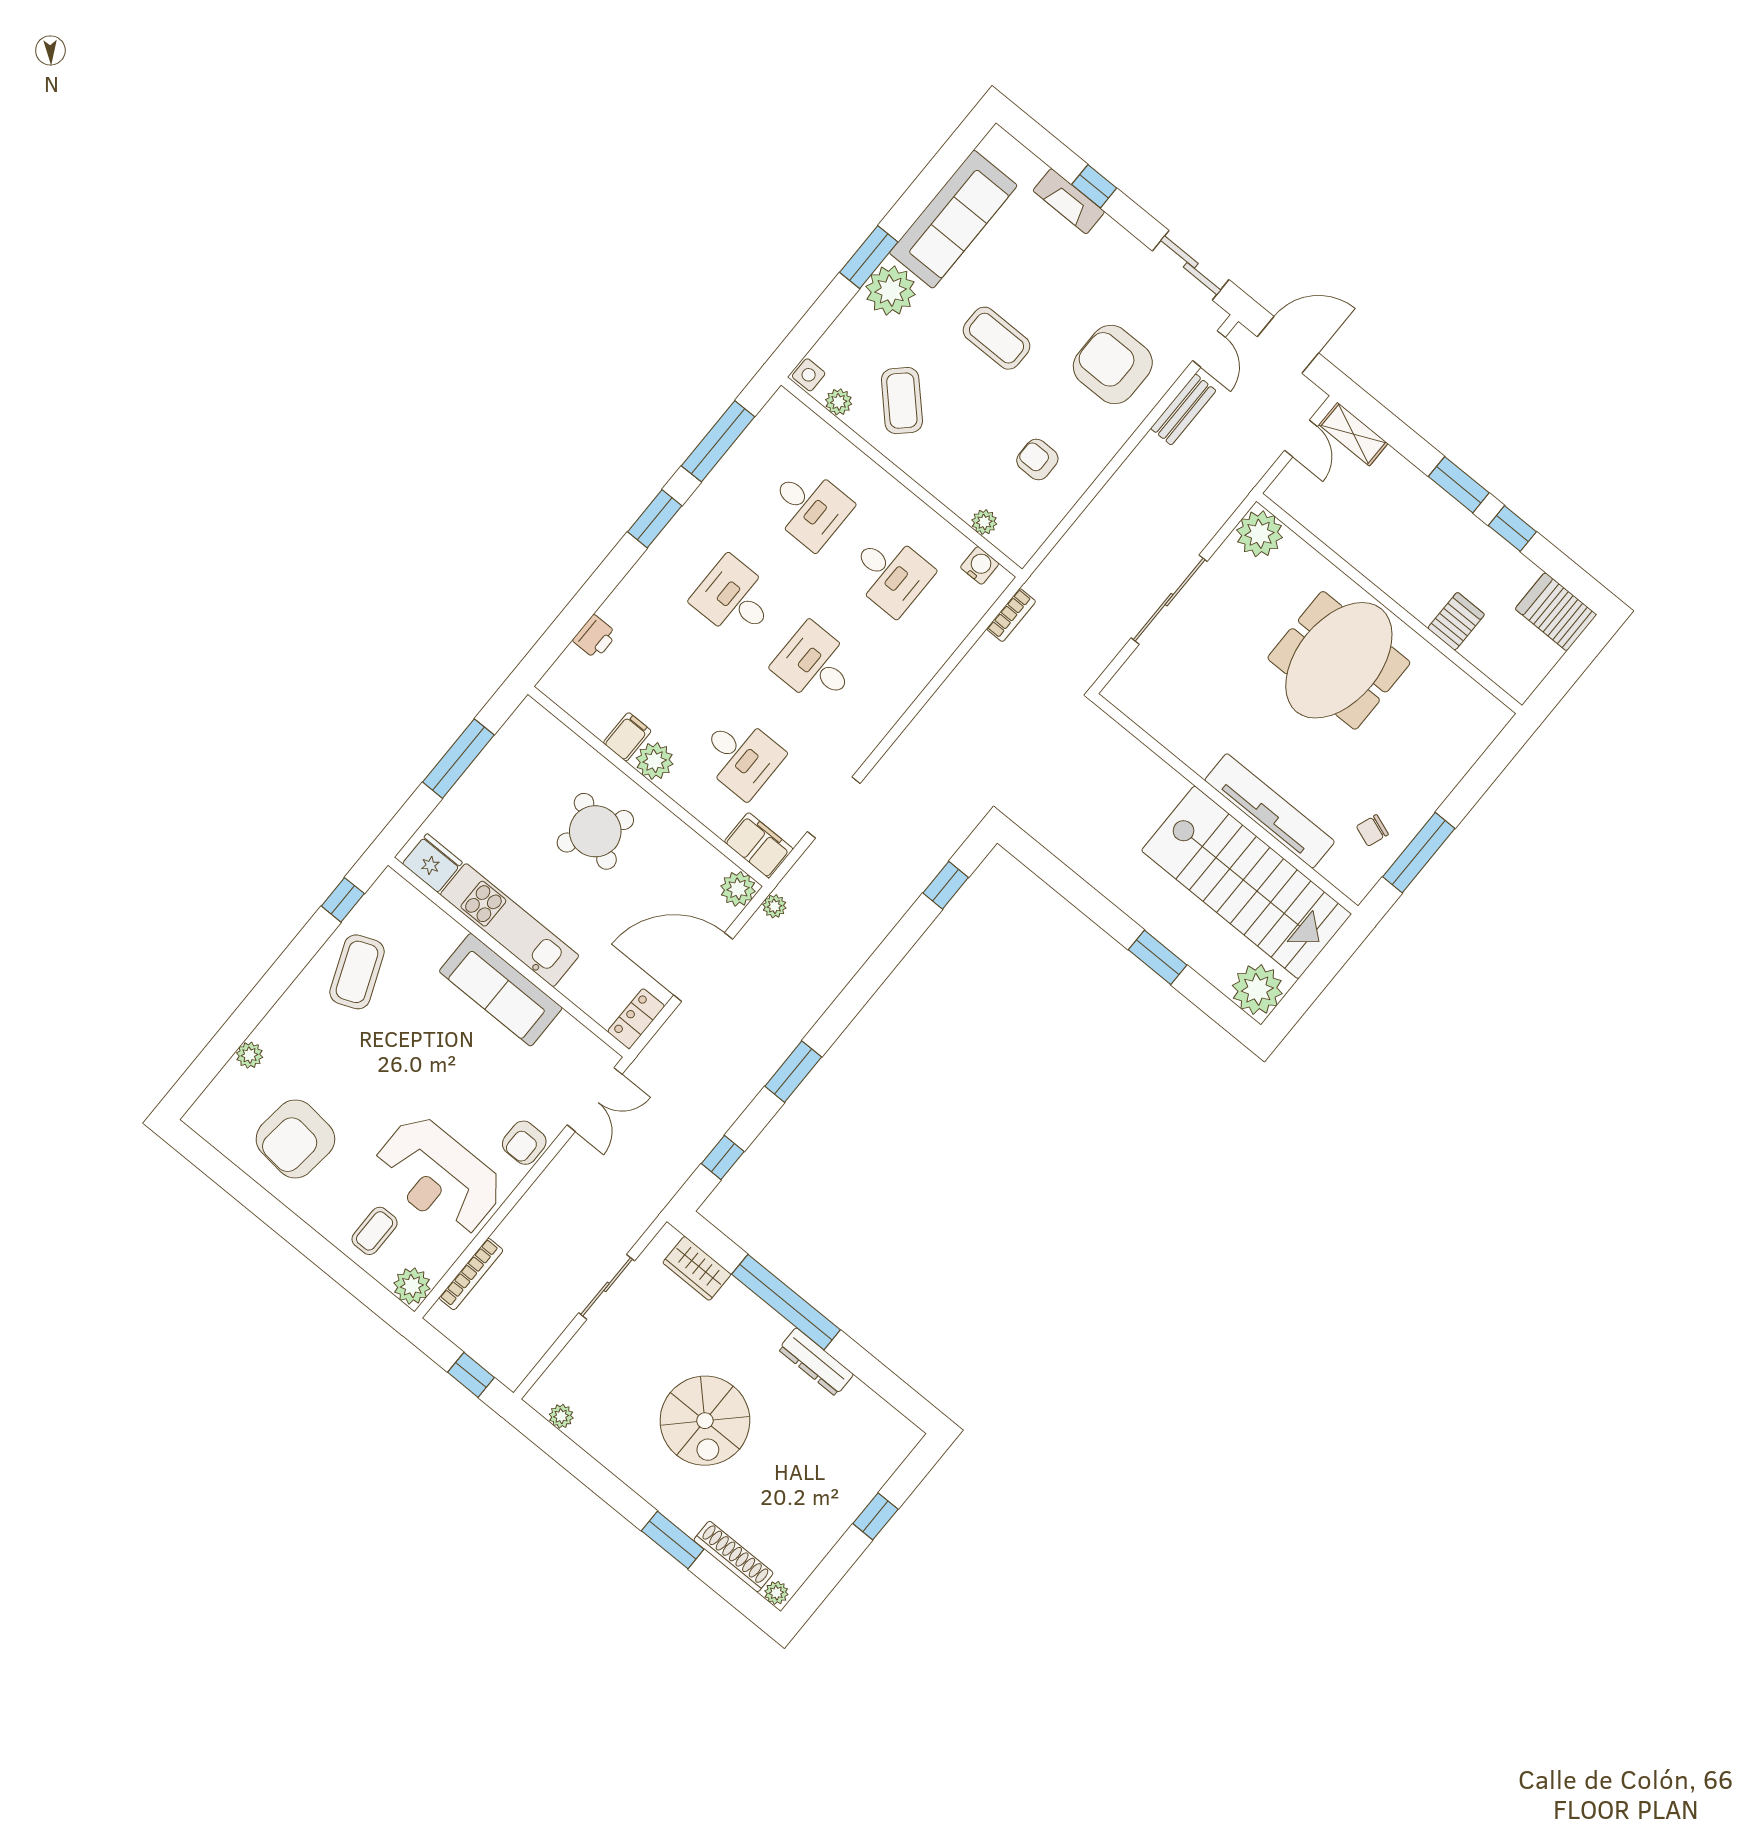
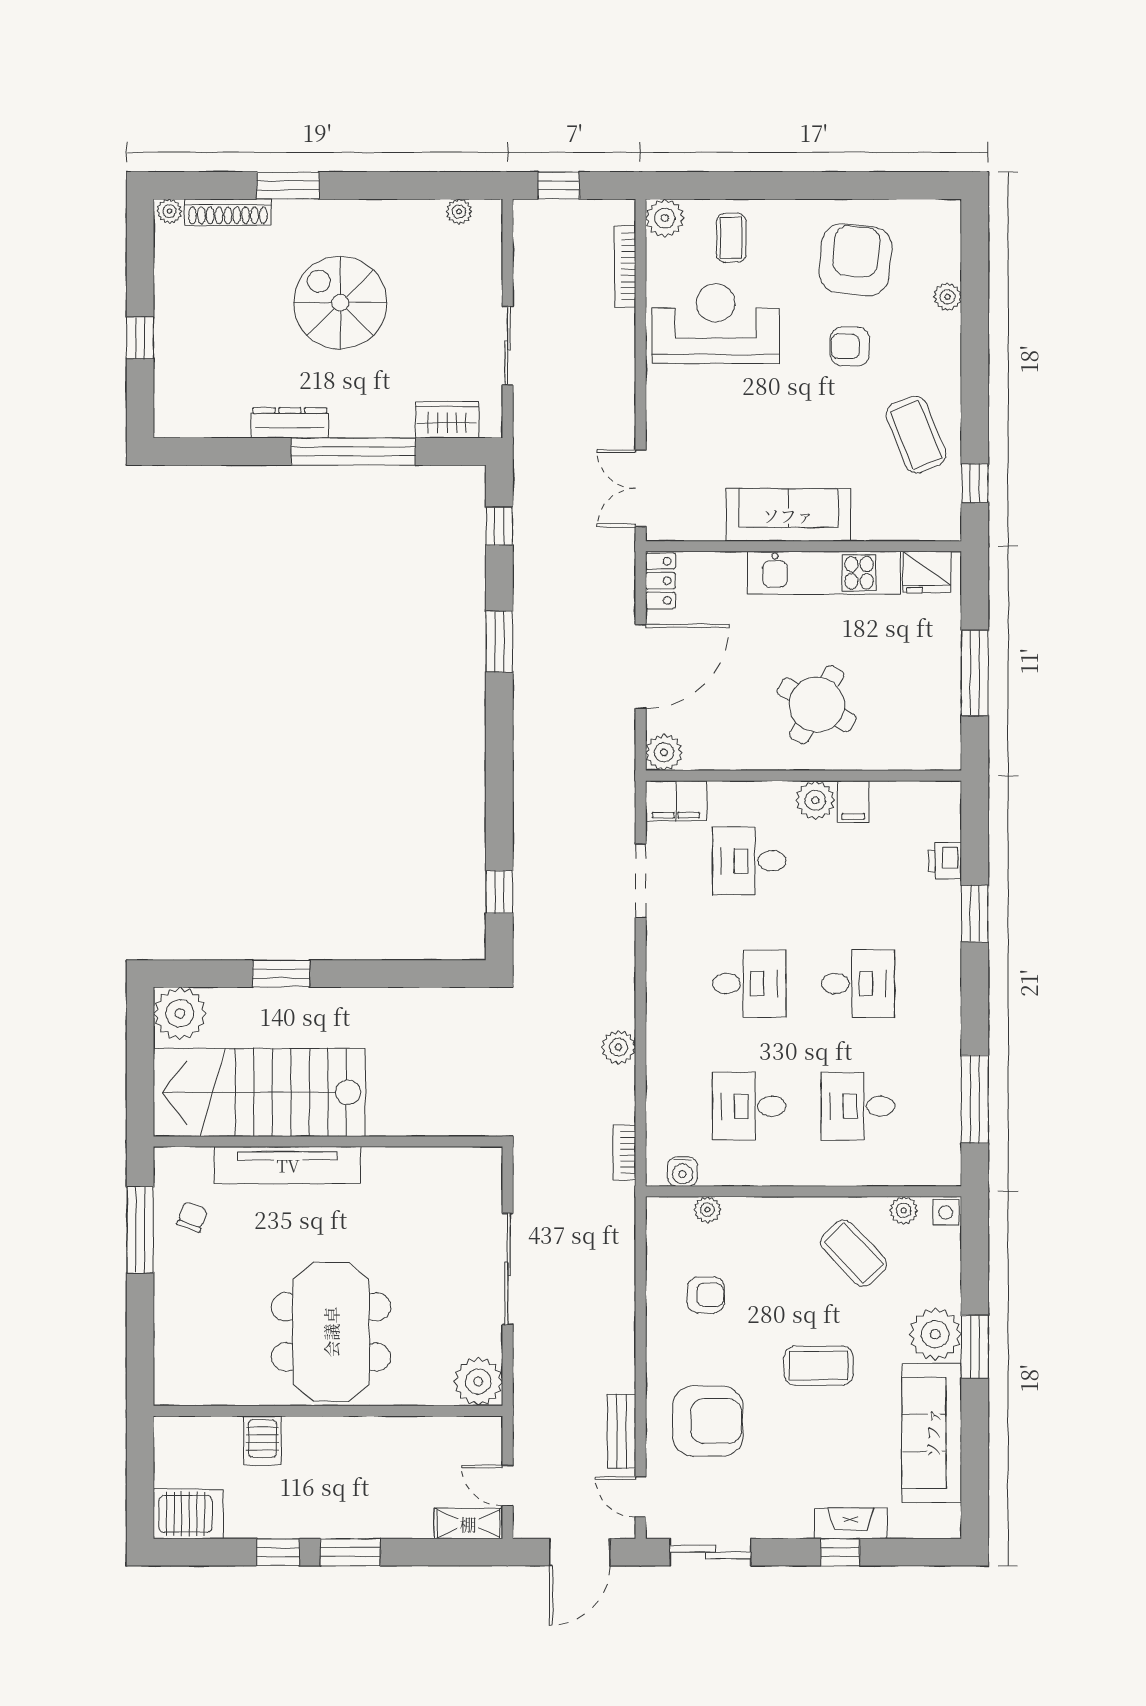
window: (655, 519) -> (975, 914), moved
plant: (774, 906) -> (619, 1047), moved, width x1.38, depth x1.38
armchair: (524, 1143) -> (850, 346), moved, turned -90

